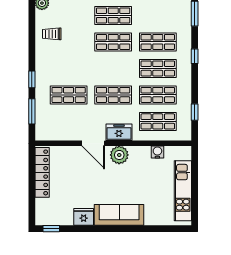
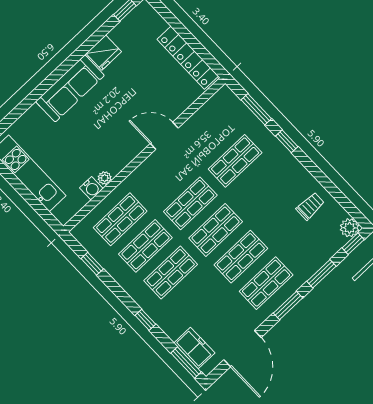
shop shelf: (158, 42) -> (216, 230), moved
freezer: (119, 132) -> (194, 348), moved, turned -90
plant: (119, 155) -> (105, 178), moved, width x0.53, depth x0.53

